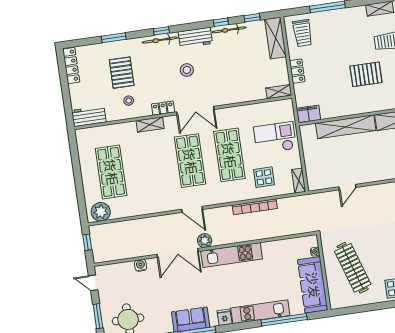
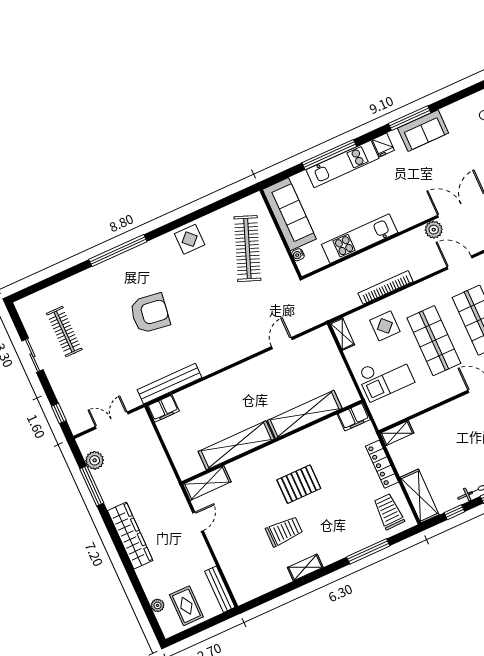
locker: (297, 71) -> (382, 464), width x1.53
kitchen unit: (232, 255) -> (360, 239), moved
clothes rail: (353, 268) -> (247, 249), turned 39
window: (284, 320) -> (329, 155), moved

